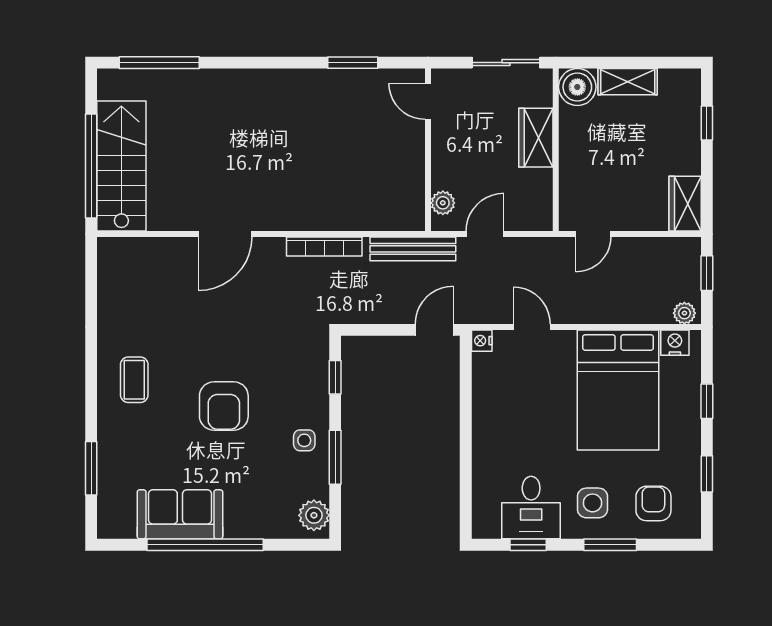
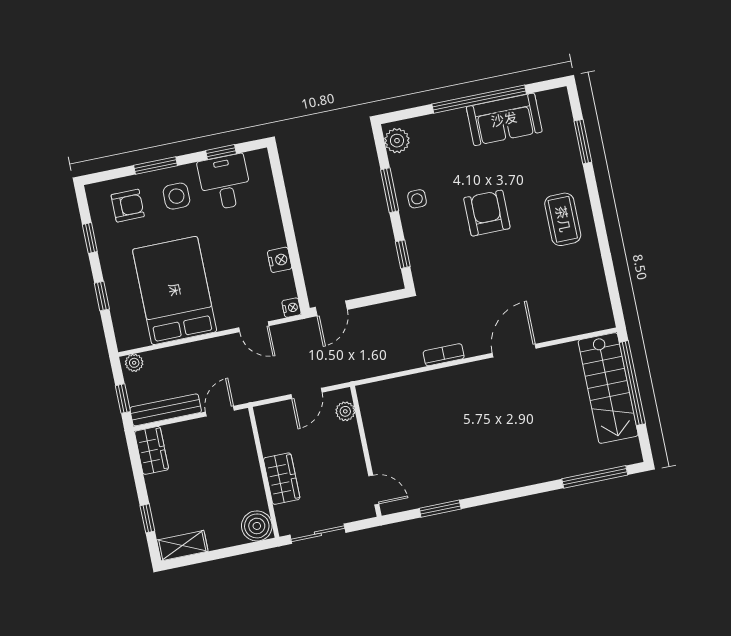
shelving: (628, 82) -> (182, 546), moved
bookcase: (324, 246) -> (444, 355), width x0.64
bench: (413, 249) -> (166, 410), moved
nightstand: (675, 343) -> (280, 260), moved, turned -90
coffee table: (134, 380) -> (563, 219), width x1.36, depth x1.30
armchair: (653, 503) -> (128, 206), turned -90

